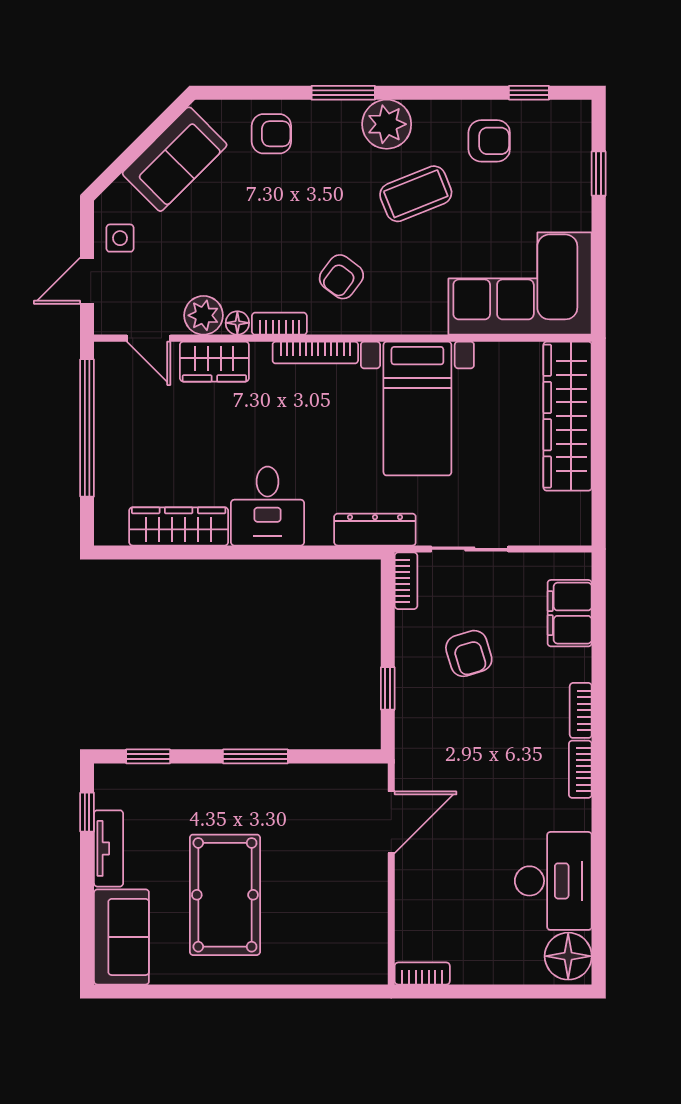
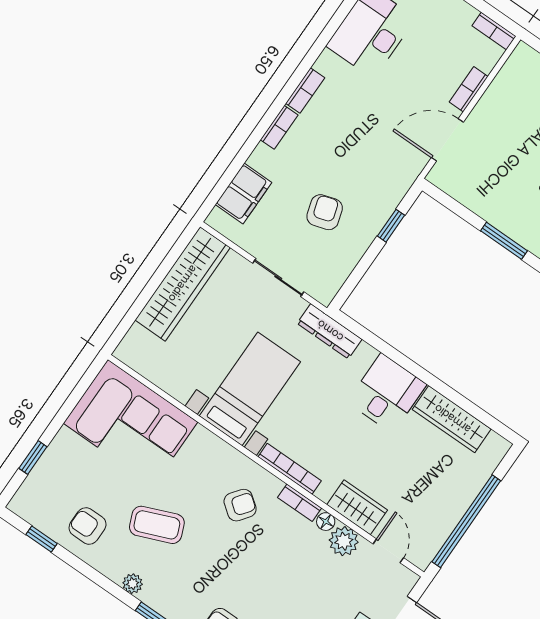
plant: (387, 124) -> (133, 584), width x0.53, depth x0.53
wardrobe: (568, 416) -> (183, 284), moved
bookcase: (406, 581) -> (469, 89), moved

